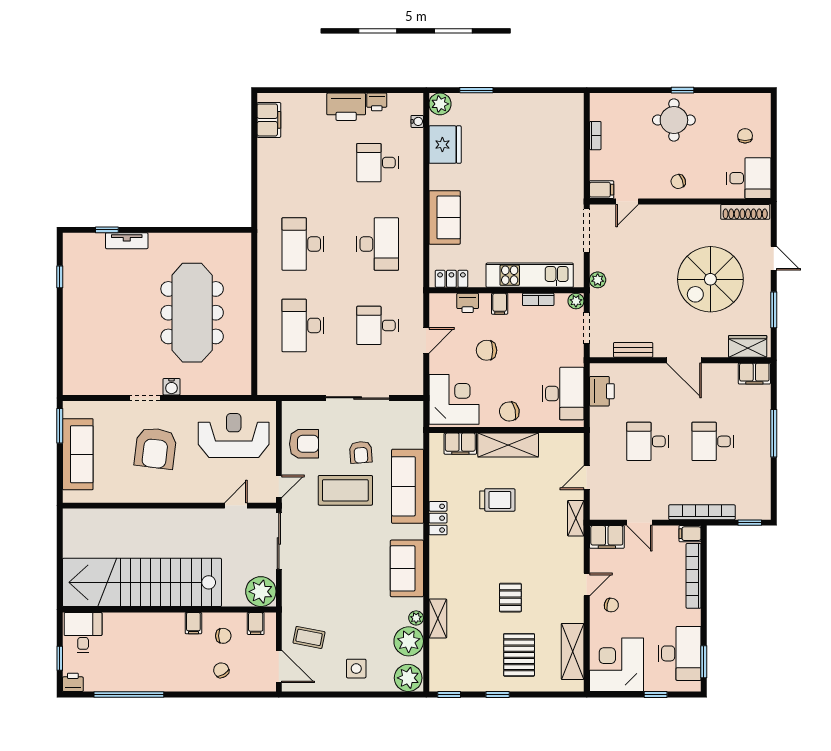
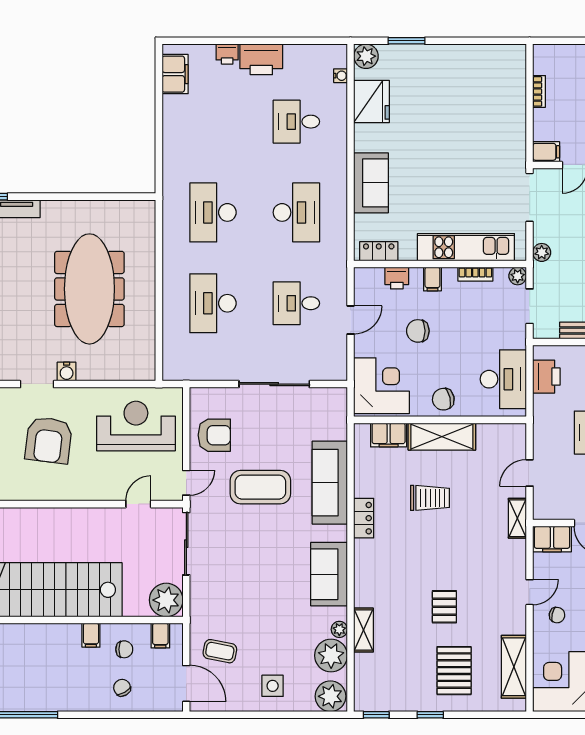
printer: (377, 102) -> (227, 54), moved
armchair: (361, 452) -> (278, 445), removed

